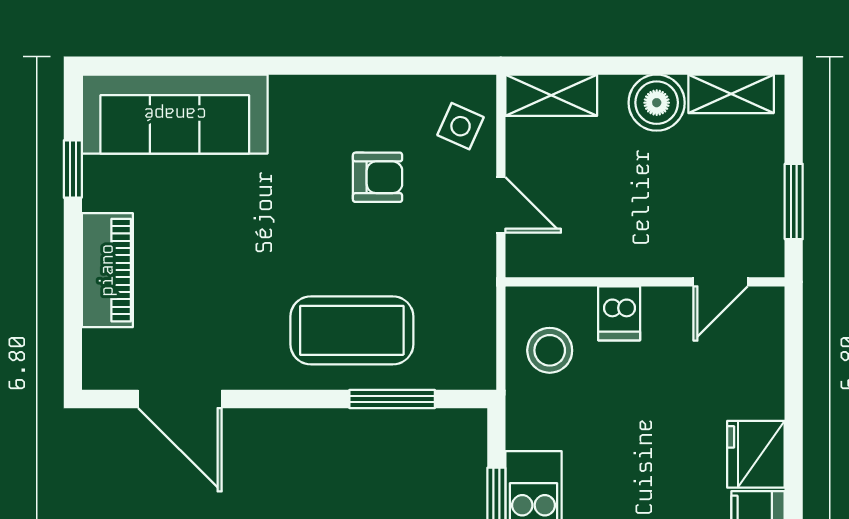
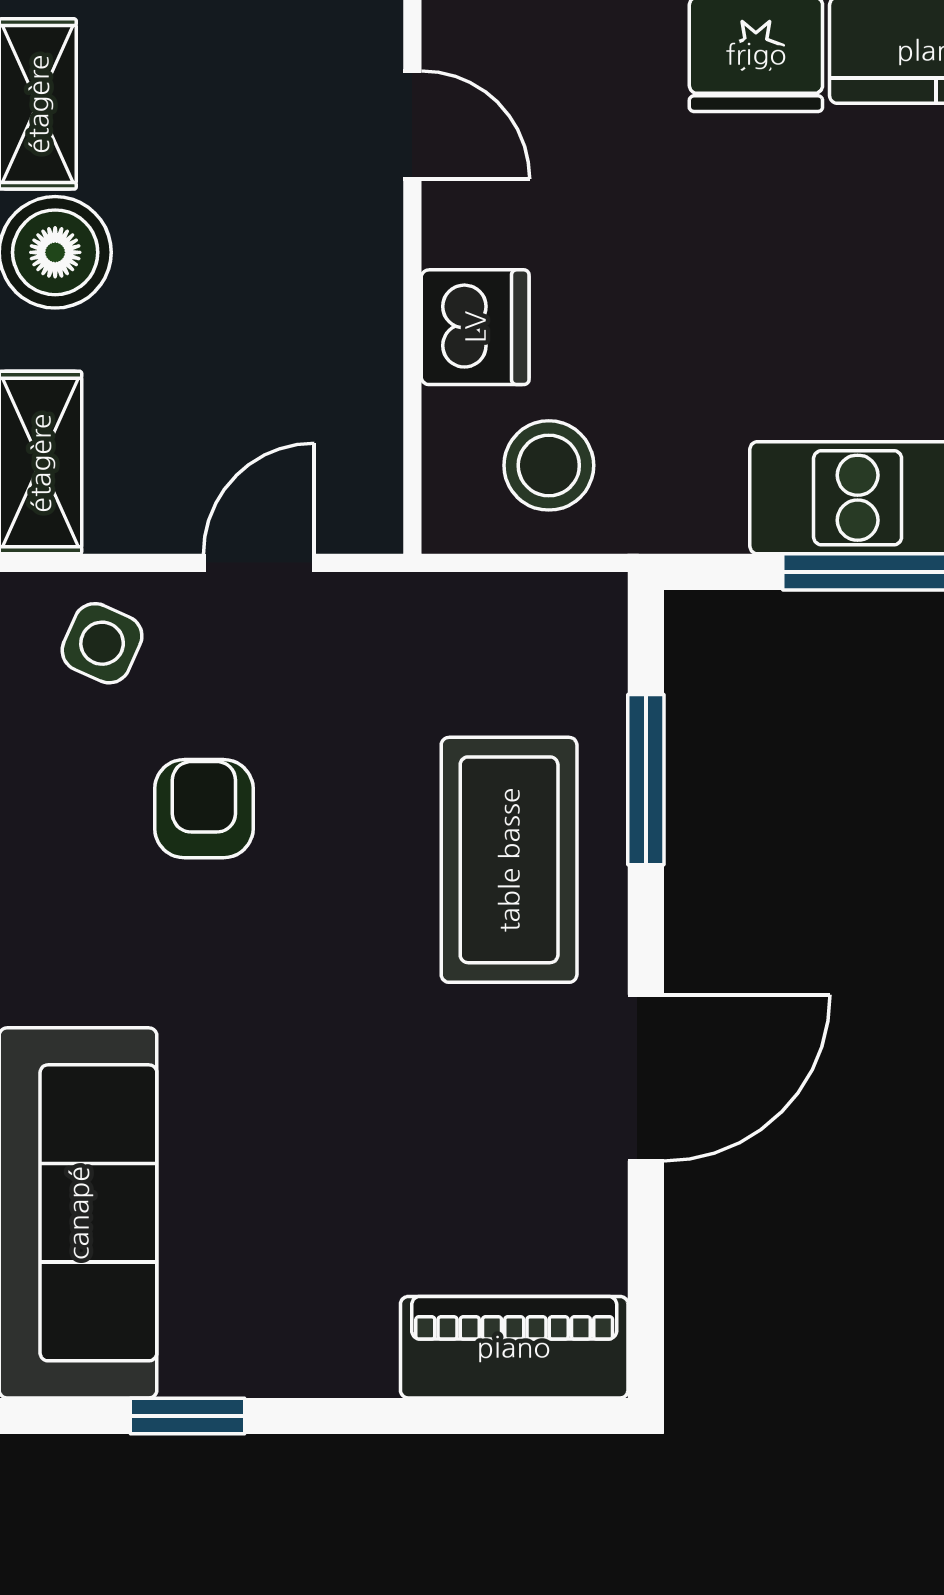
piano: (107, 270) -> (514, 1347), moved
dishwasher: (619, 313) -> (475, 327), width x1.38
door: (180, 399) -> (646, 1078), moved

